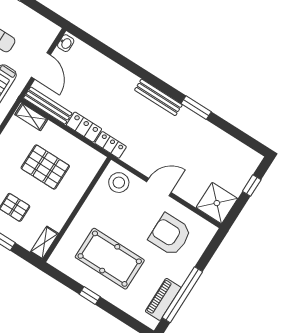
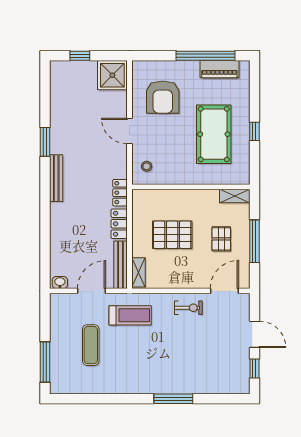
pallet: (45, 167) -> (172, 235), turned 90
stool: (119, 183) -> (147, 166), width x0.53, depth x0.53

